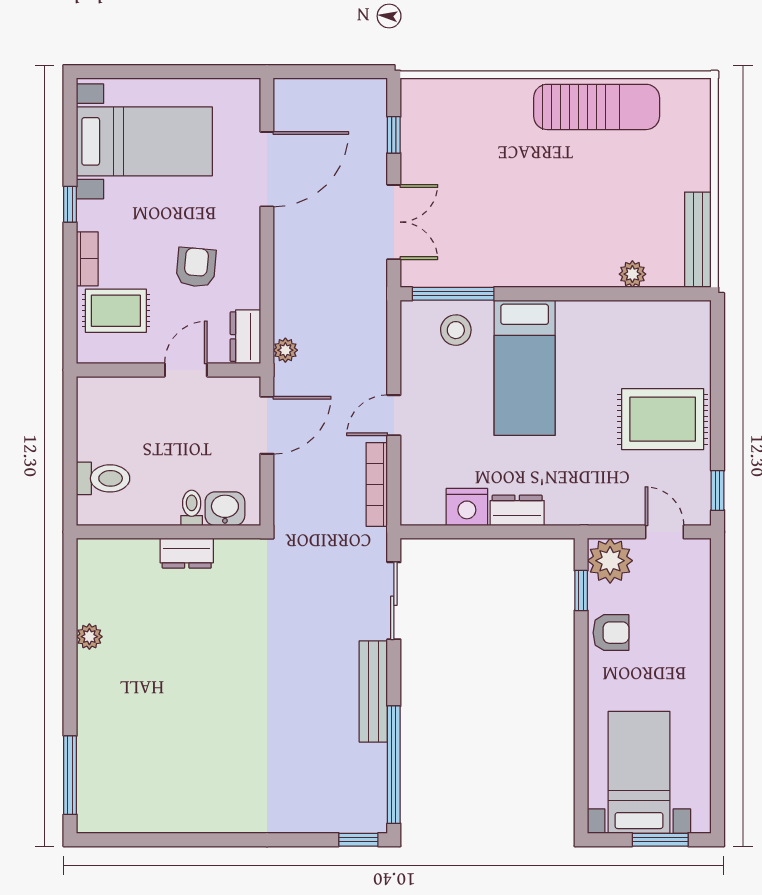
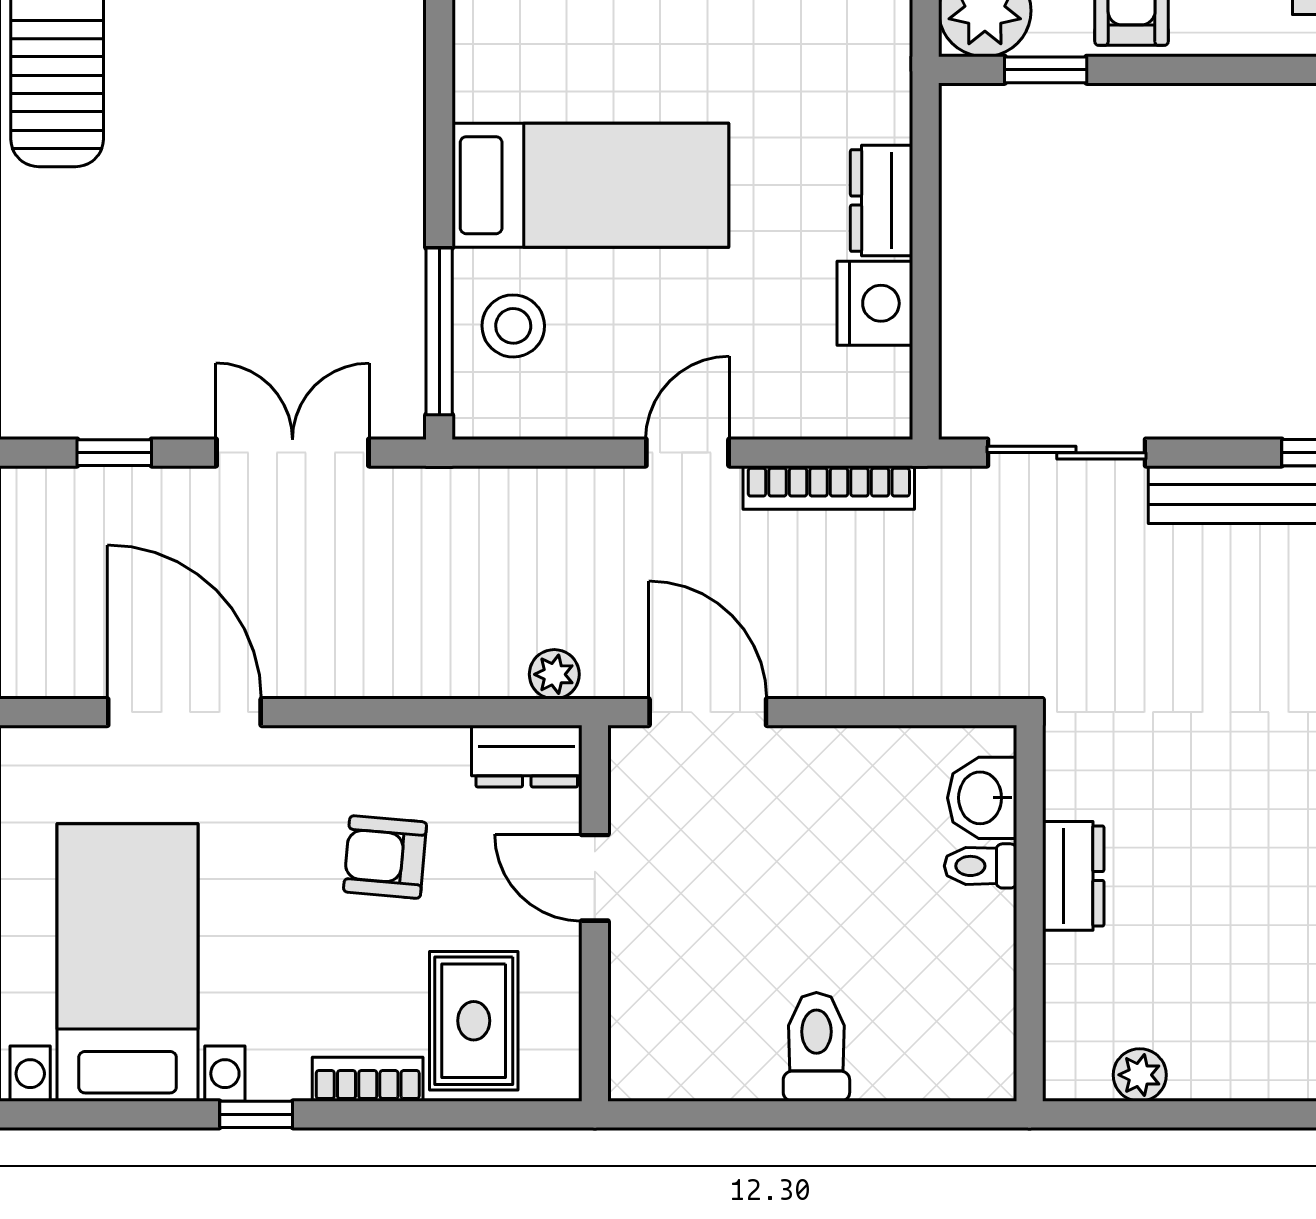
door: (394, 415) -> (687, 453), swing flipped
toilet: (192, 508) -> (980, 866), moved
washbasin: (225, 509) -> (982, 798), moved
wall: (168, 532) -> (1030, 913), moved
dresser: (187, 553) -> (1073, 876), moved

